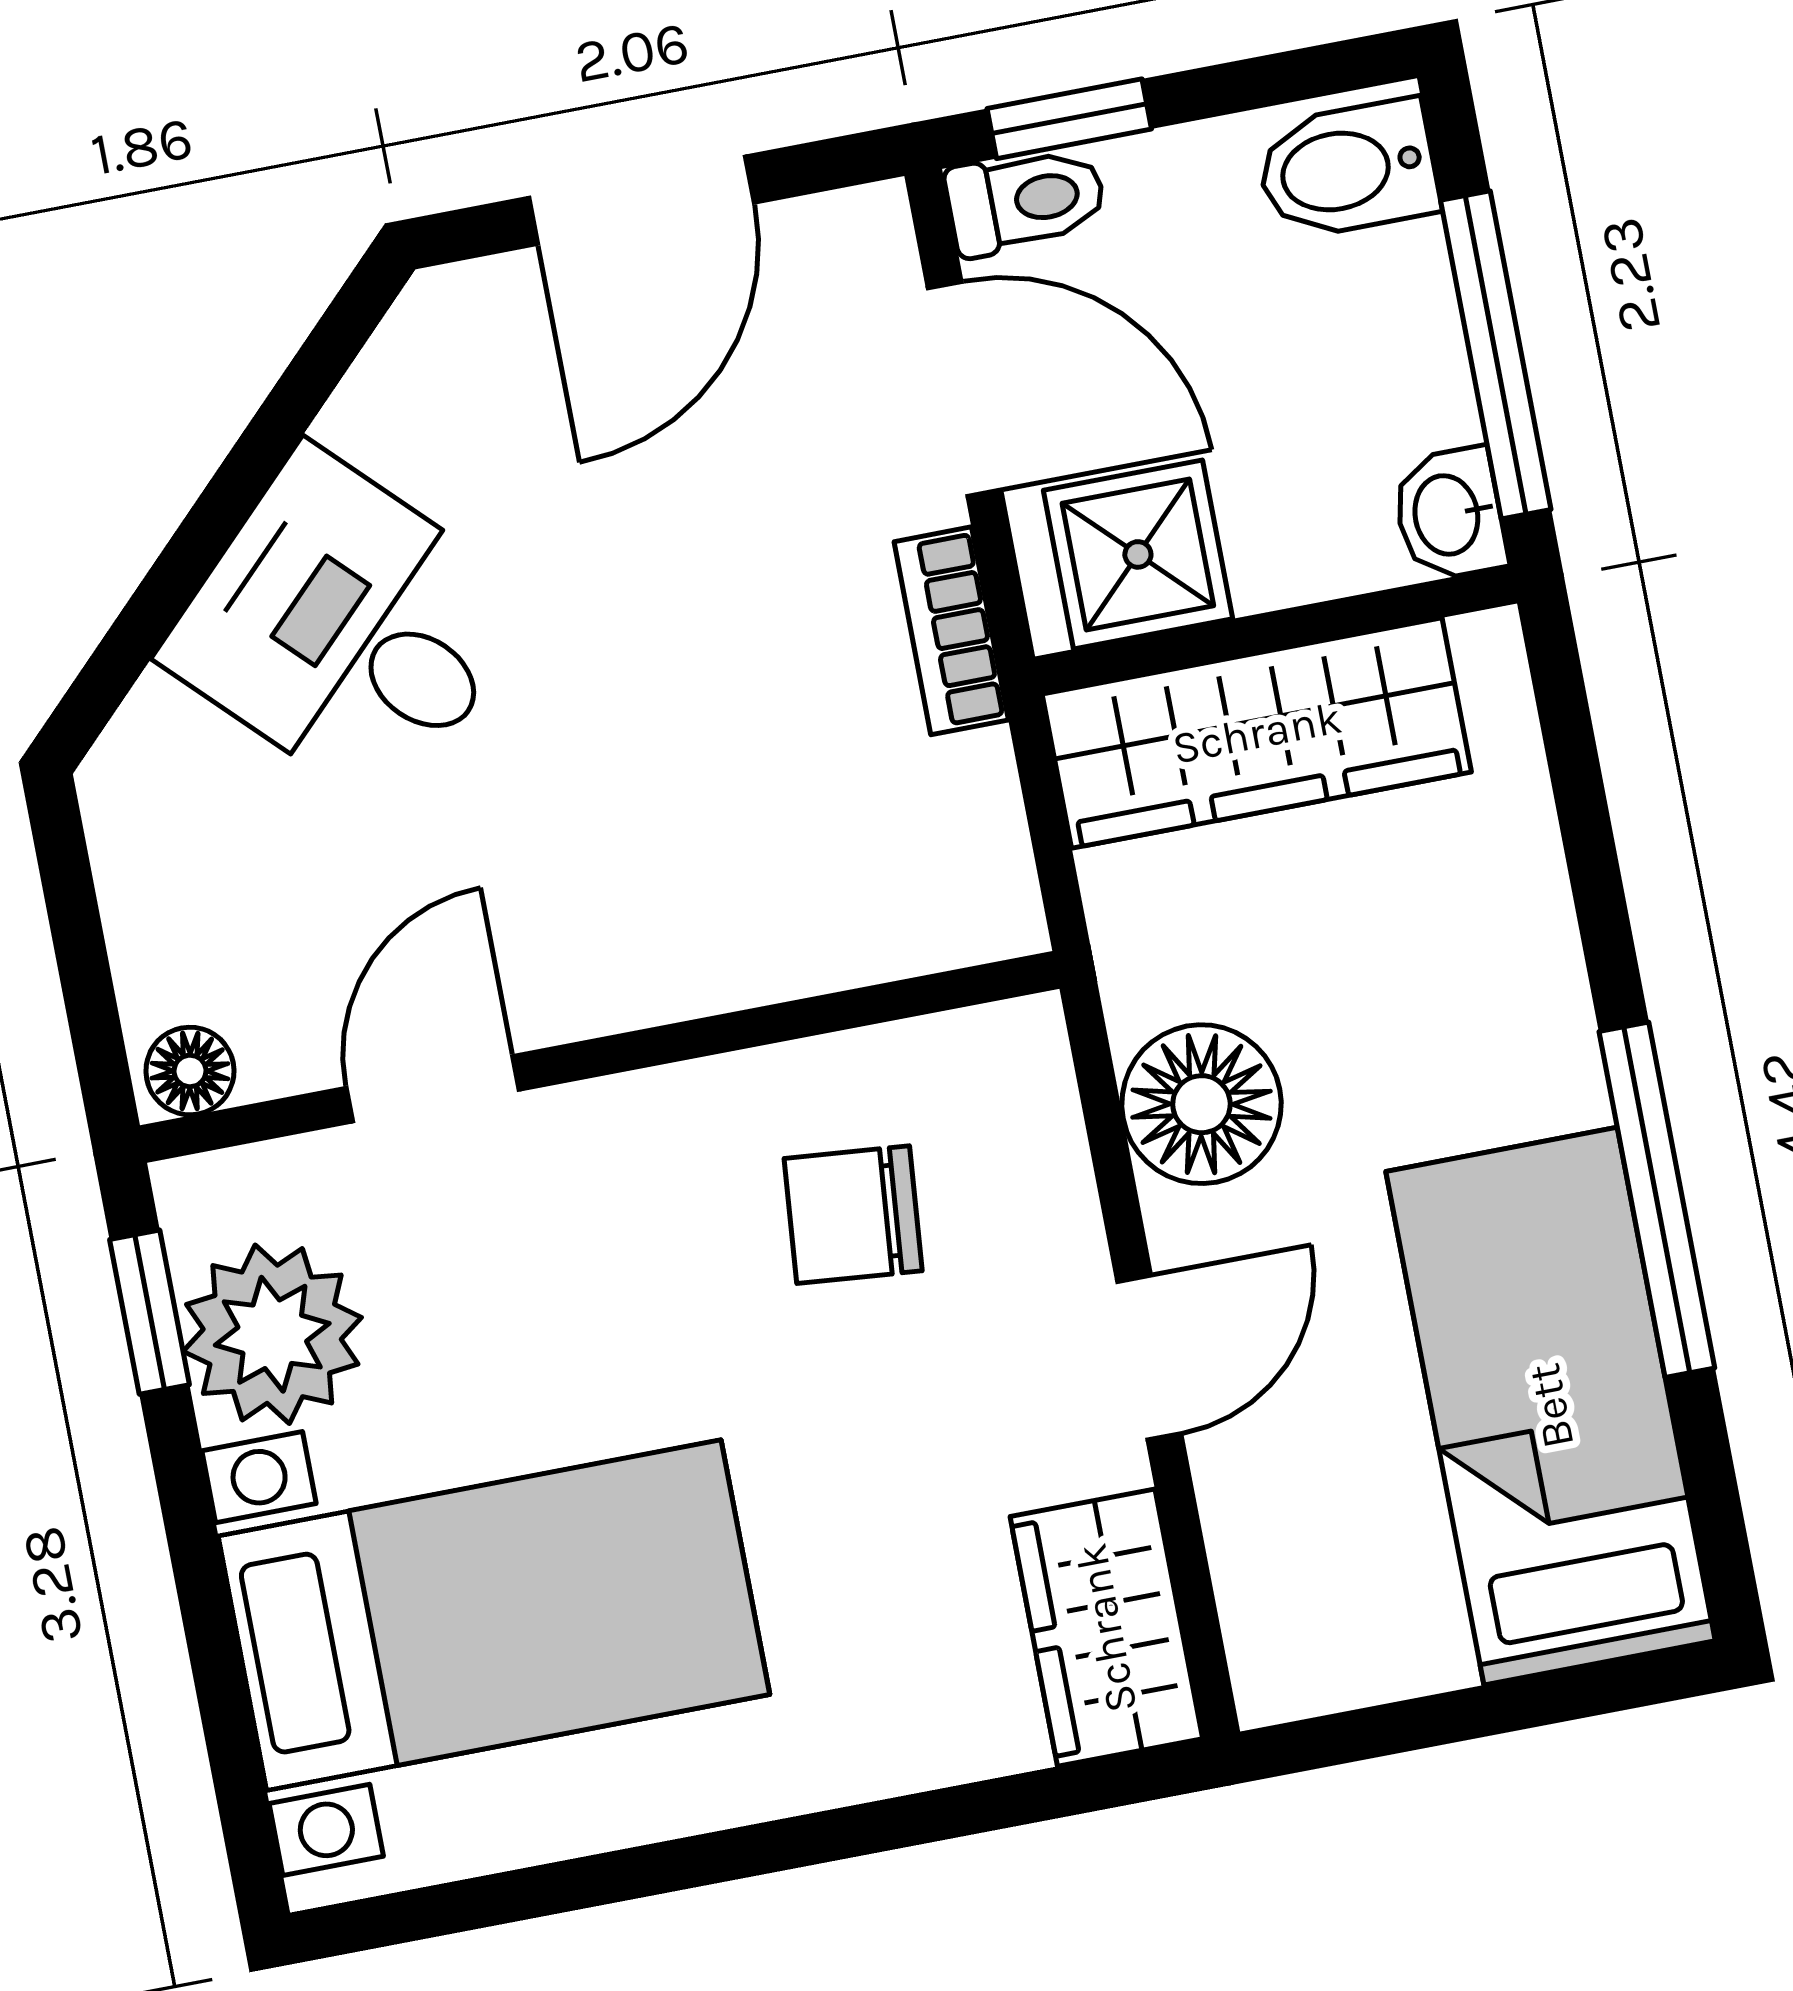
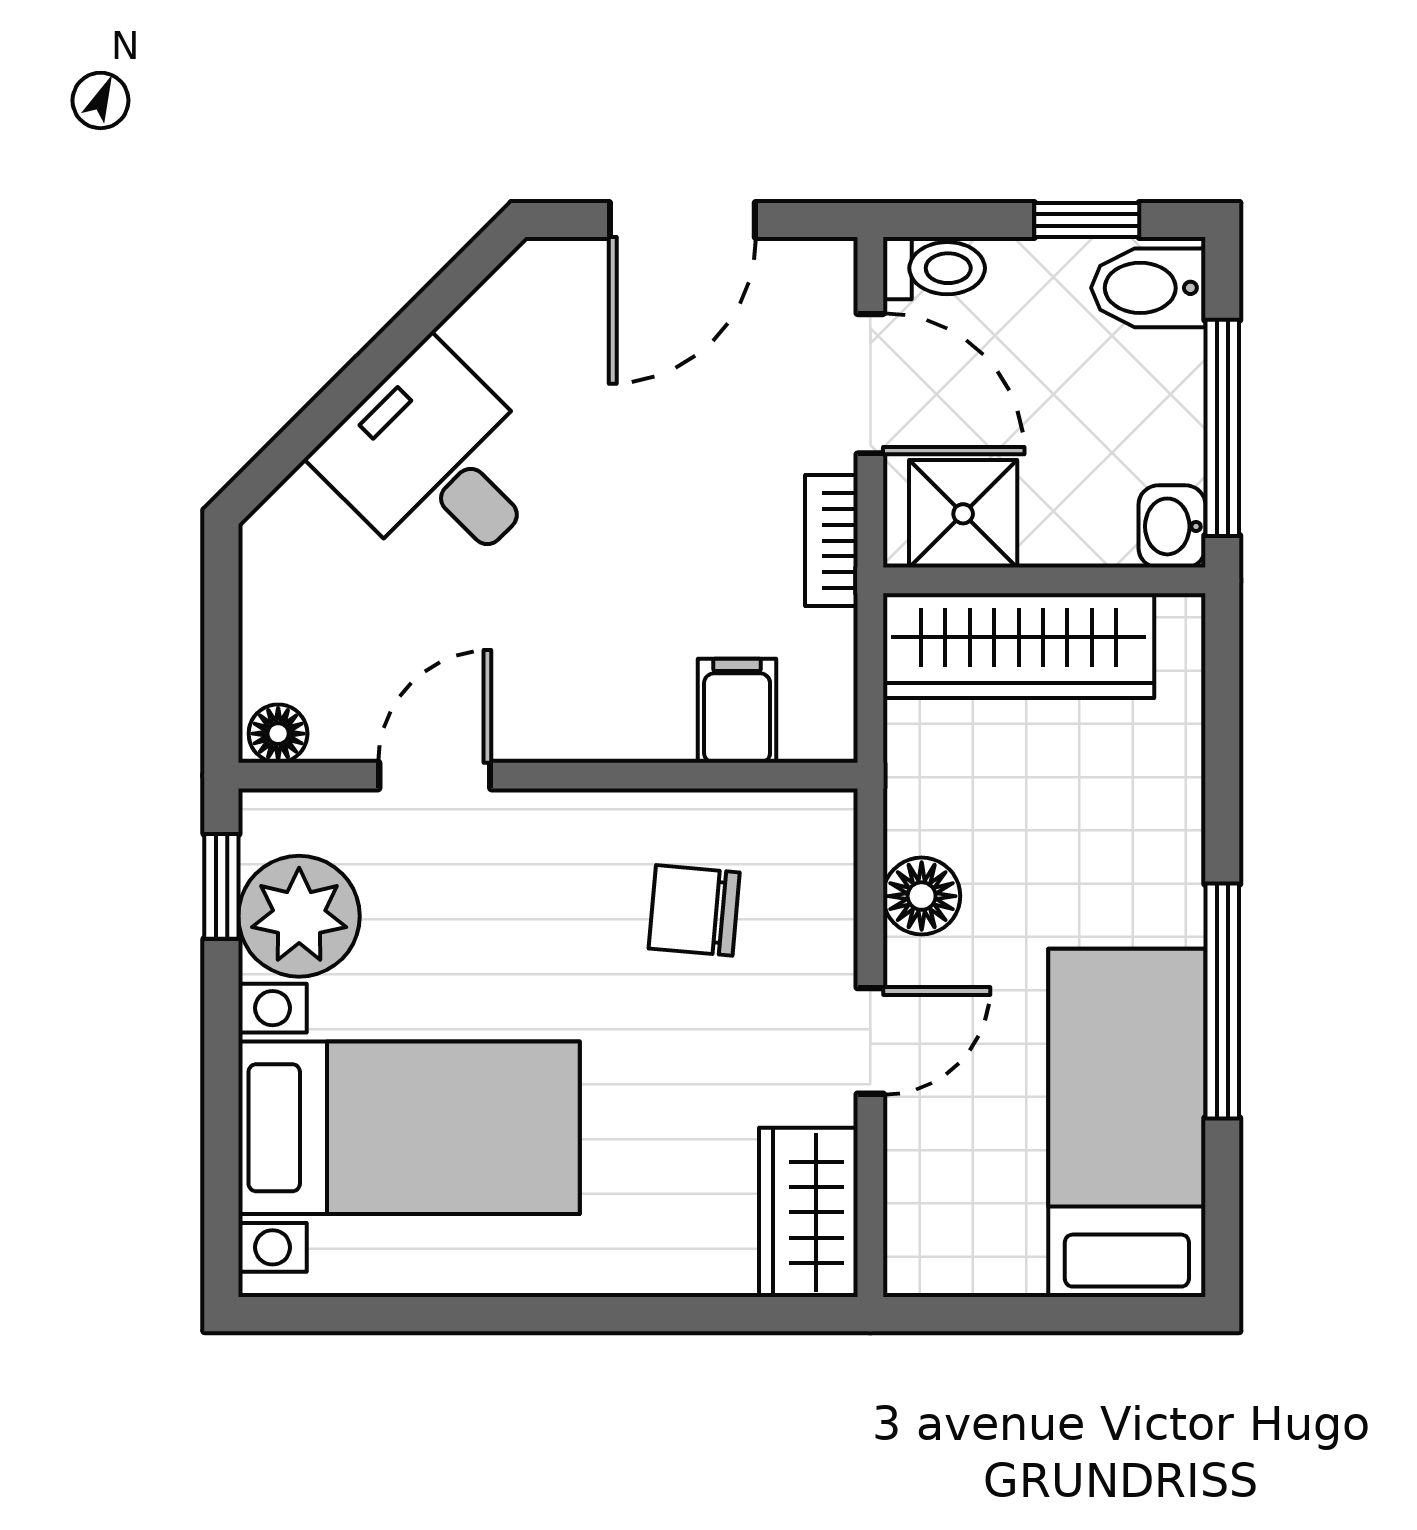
window: (1069, 119) -> (1087, 220), moved
filing cabinet: (860, 908) -> (737, 711), added
floor lamp: (1201, 1104) -> (922, 896), width x0.73, depth x0.73

